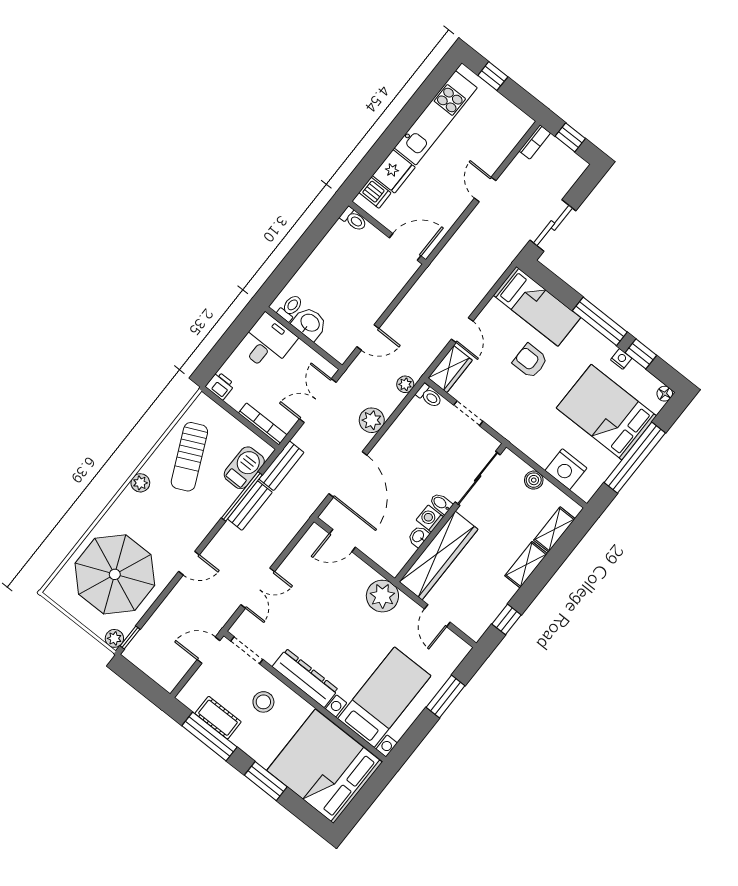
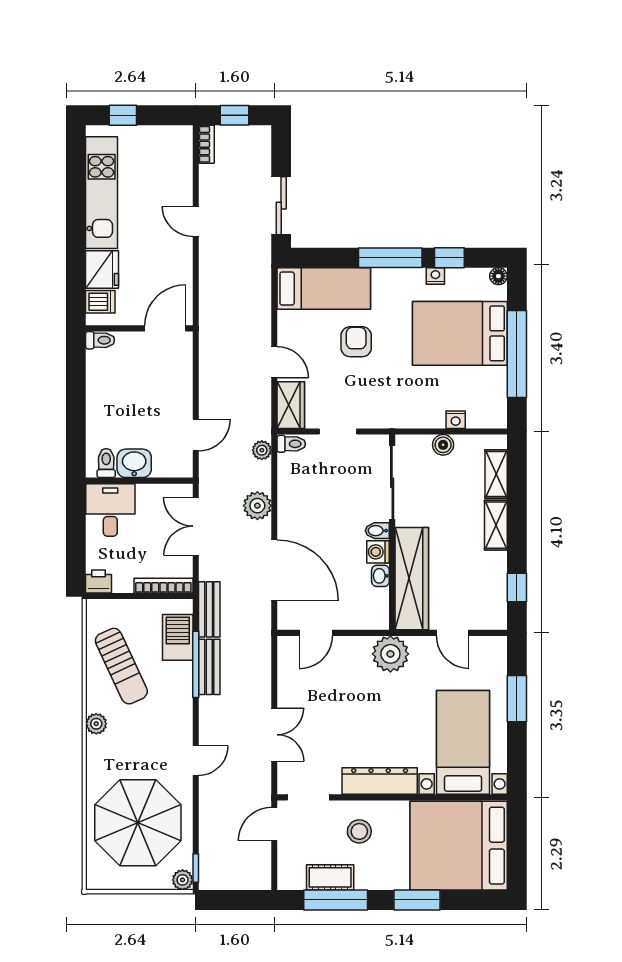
armchair: (530, 361) -> (356, 342), turned 90
nightstand: (566, 469) -> (456, 420), width x0.53, depth x0.56

